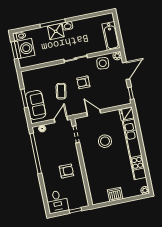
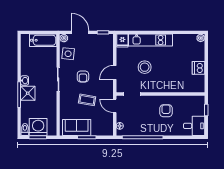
sofa: (36, 105) -> (77, 128), moved
kitchen unit: (134, 149) -> (151, 40), width x0.73

